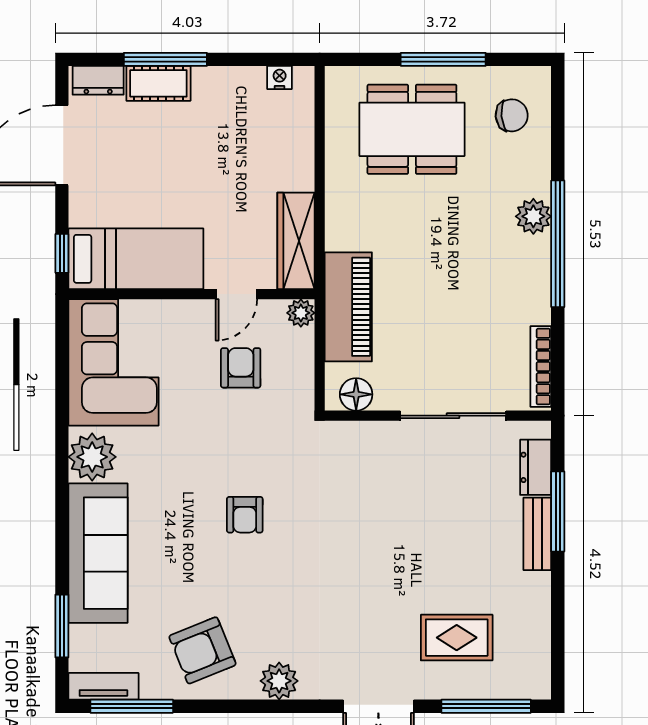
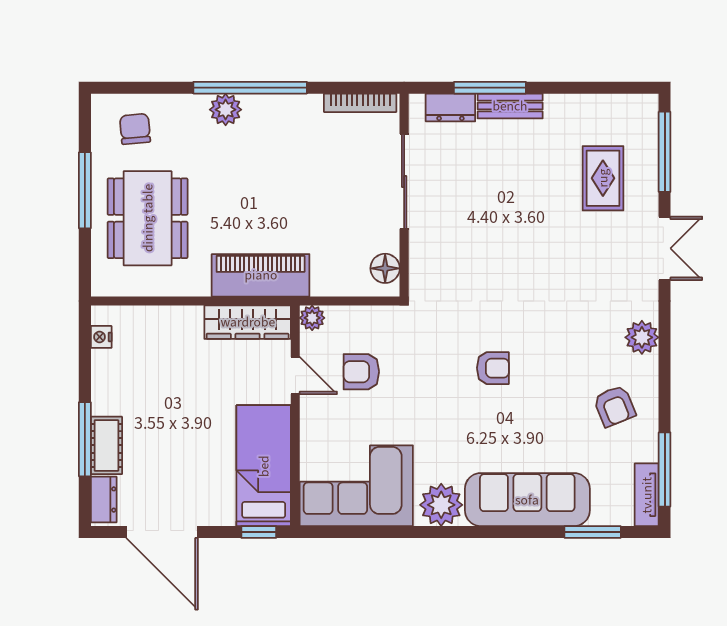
piano: (348, 307) -> (261, 275), moved
armchair: (202, 650) -> (614, 406), width x0.72, depth x0.72

